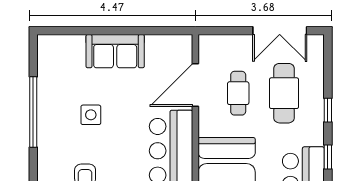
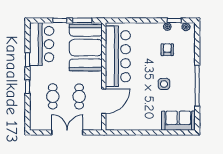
double door: (280, 31) -> (67, 132), moved
sofa: (115, 51) -> (178, 121), moved
cafe table: (284, 93) -> (53, 96), width x0.73, depth x0.74

